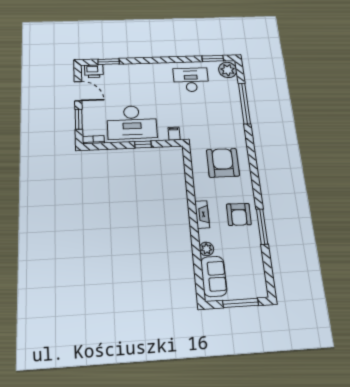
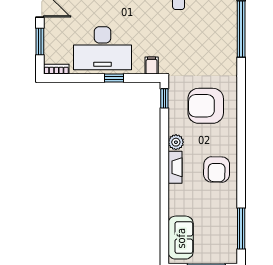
window: (187, 159) -> (164, 98), added
armchair: (223, 163) -> (206, 106), turned -90
window: (262, 227) -> (241, 229), moved
plant: (206, 249) -> (176, 142), moved

